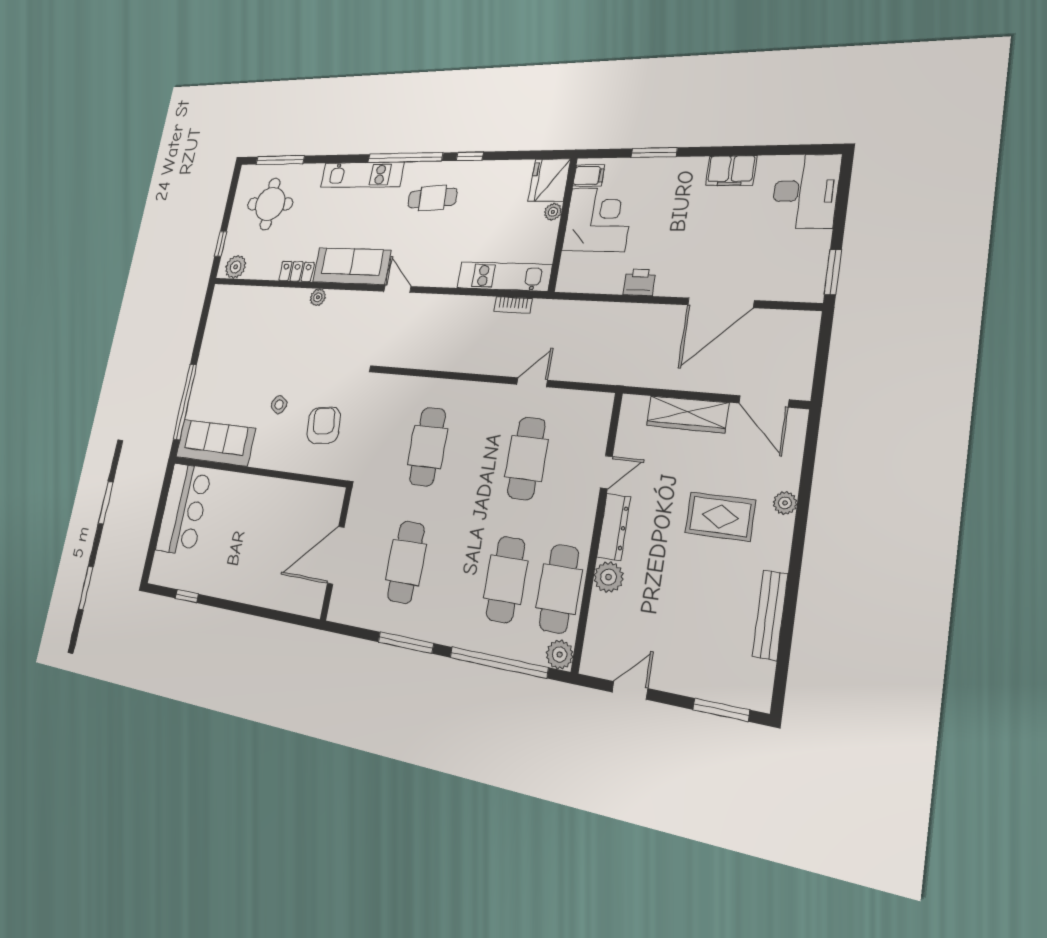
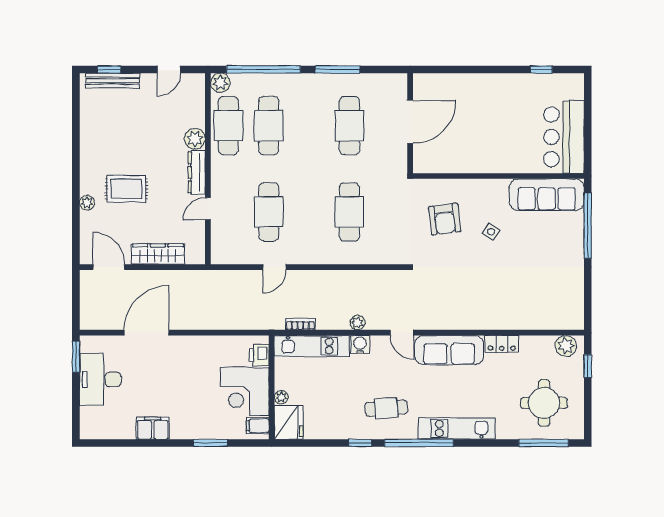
desk: (806, 191) -> (100, 379), moved
water cooler: (447, 276) -> (360, 345), added
printer: (639, 282) -> (259, 355), moved, turned 90
plant: (318, 297) -> (357, 323), moved
bench: (770, 615) -> (112, 81), moved, turned 90
window: (721, 710) -> (109, 69), width x0.67

